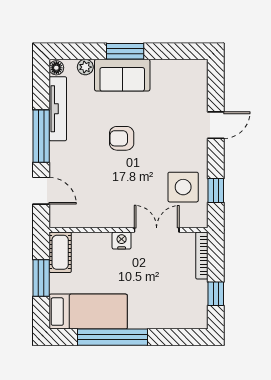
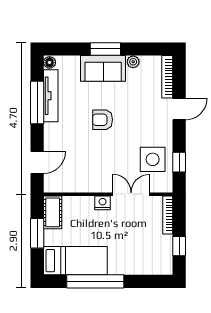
plant: (85, 67) -> (133, 62), moved
bookcase: (201, 86) -> (167, 77), added
window: (41, 136) -> (37, 102), moved
door: (41, 191) -> (37, 162), hinge flipped

